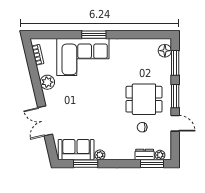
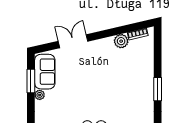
corner sofa: (83, 57) -> (136, 78), removed
plant: (47, 82) -> (121, 41), moved

